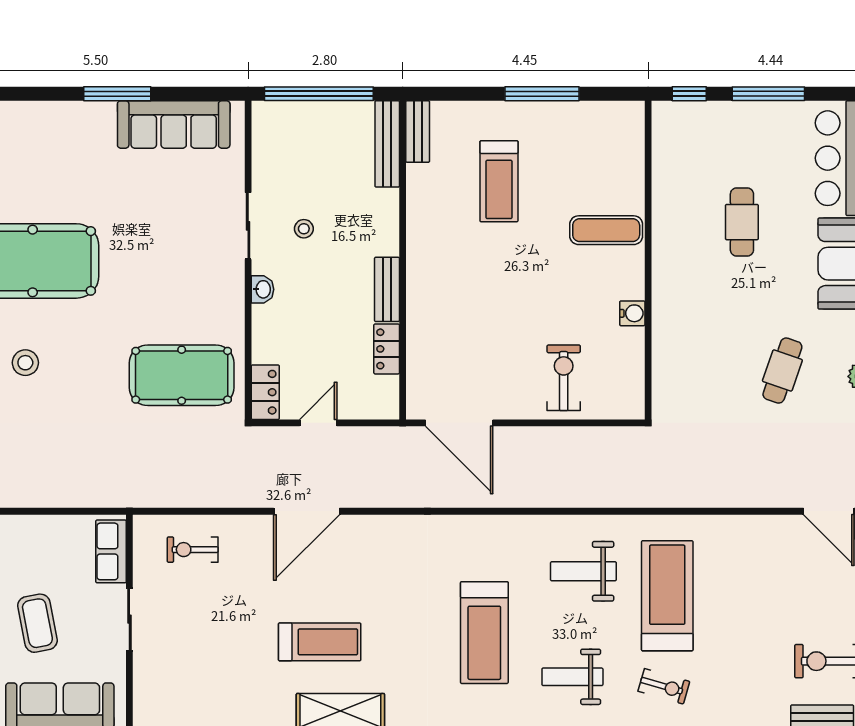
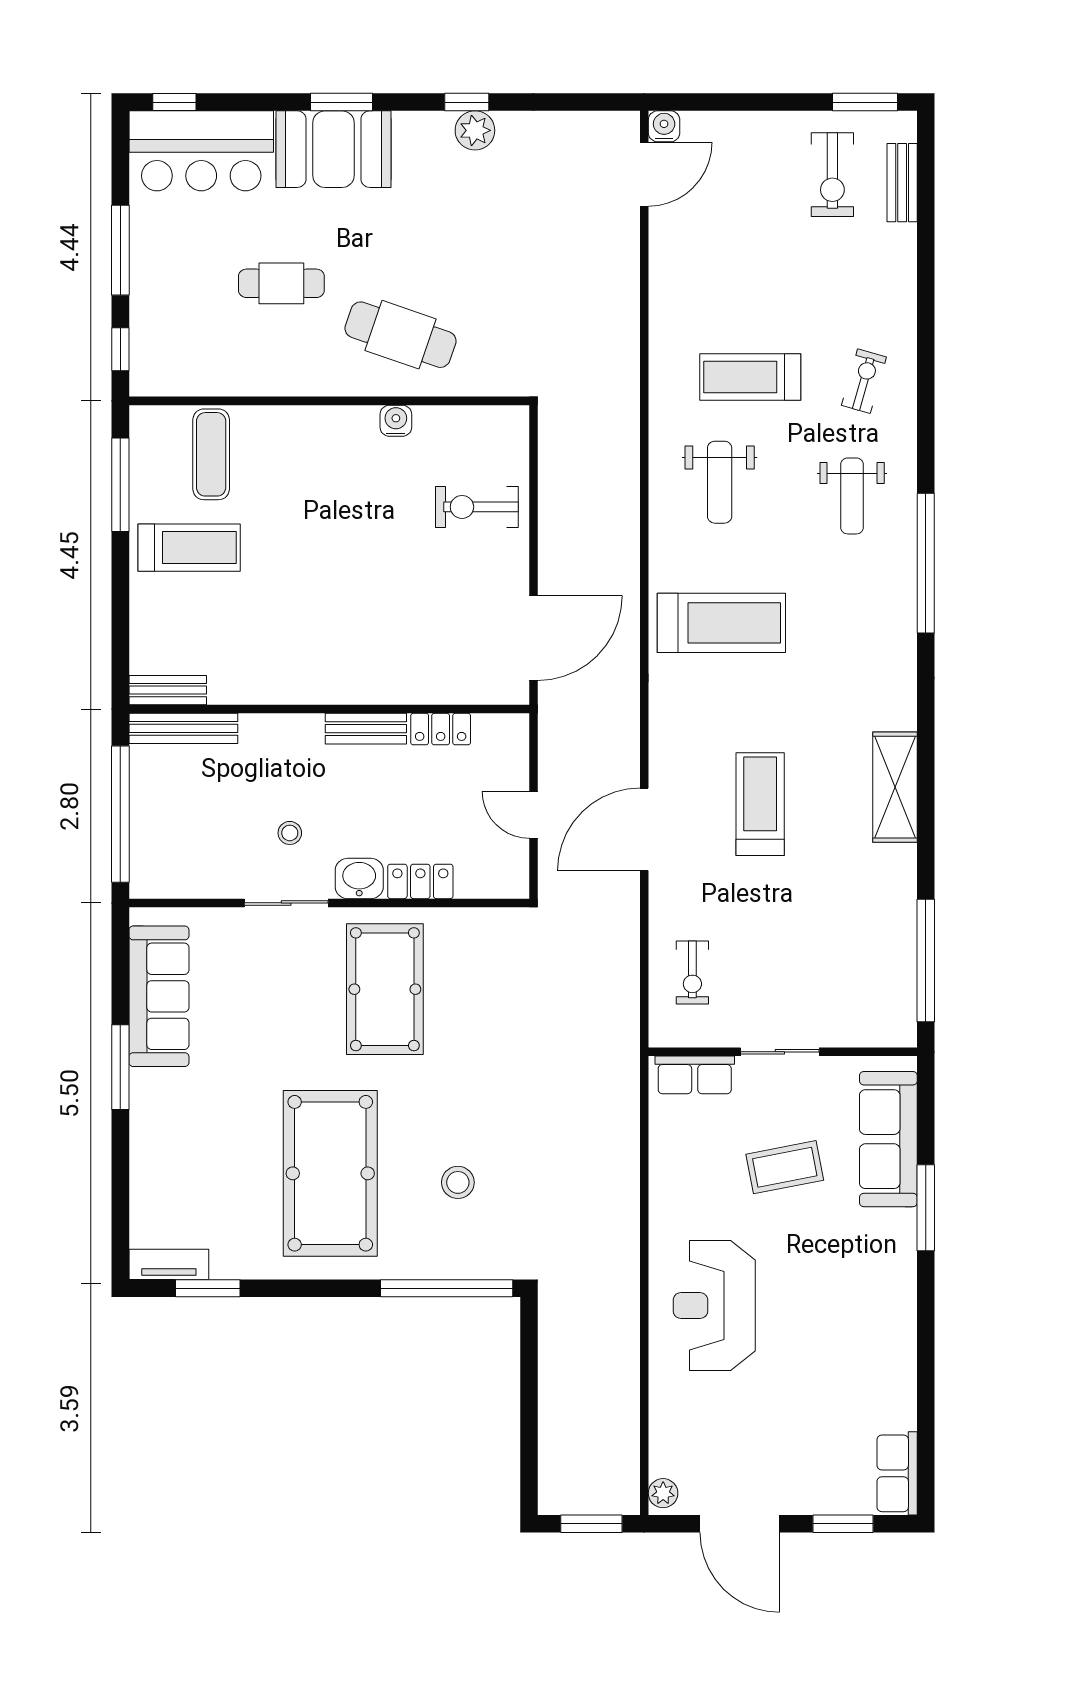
window: (542, 94) -> (120, 485), moved
treadmill: (499, 181) -> (189, 548), moved
exercise mat: (606, 230) -> (211, 454), moved
washbasin: (263, 289) -> (359, 879), width x1.38, depth x1.45
cafe table: (782, 371) -> (400, 335), moved, width x1.37, depth x1.35
pool table: (182, 375) -> (385, 989), moved
locker: (265, 392) -> (420, 881), moved
door: (307, 511) -> (644, 829), swing flipped
treadmill: (667, 596) -> (750, 377), width x0.73, depth x0.73
treadmill: (484, 633) -> (721, 623), moved
treadmill: (320, 642) -> (760, 804), moved

